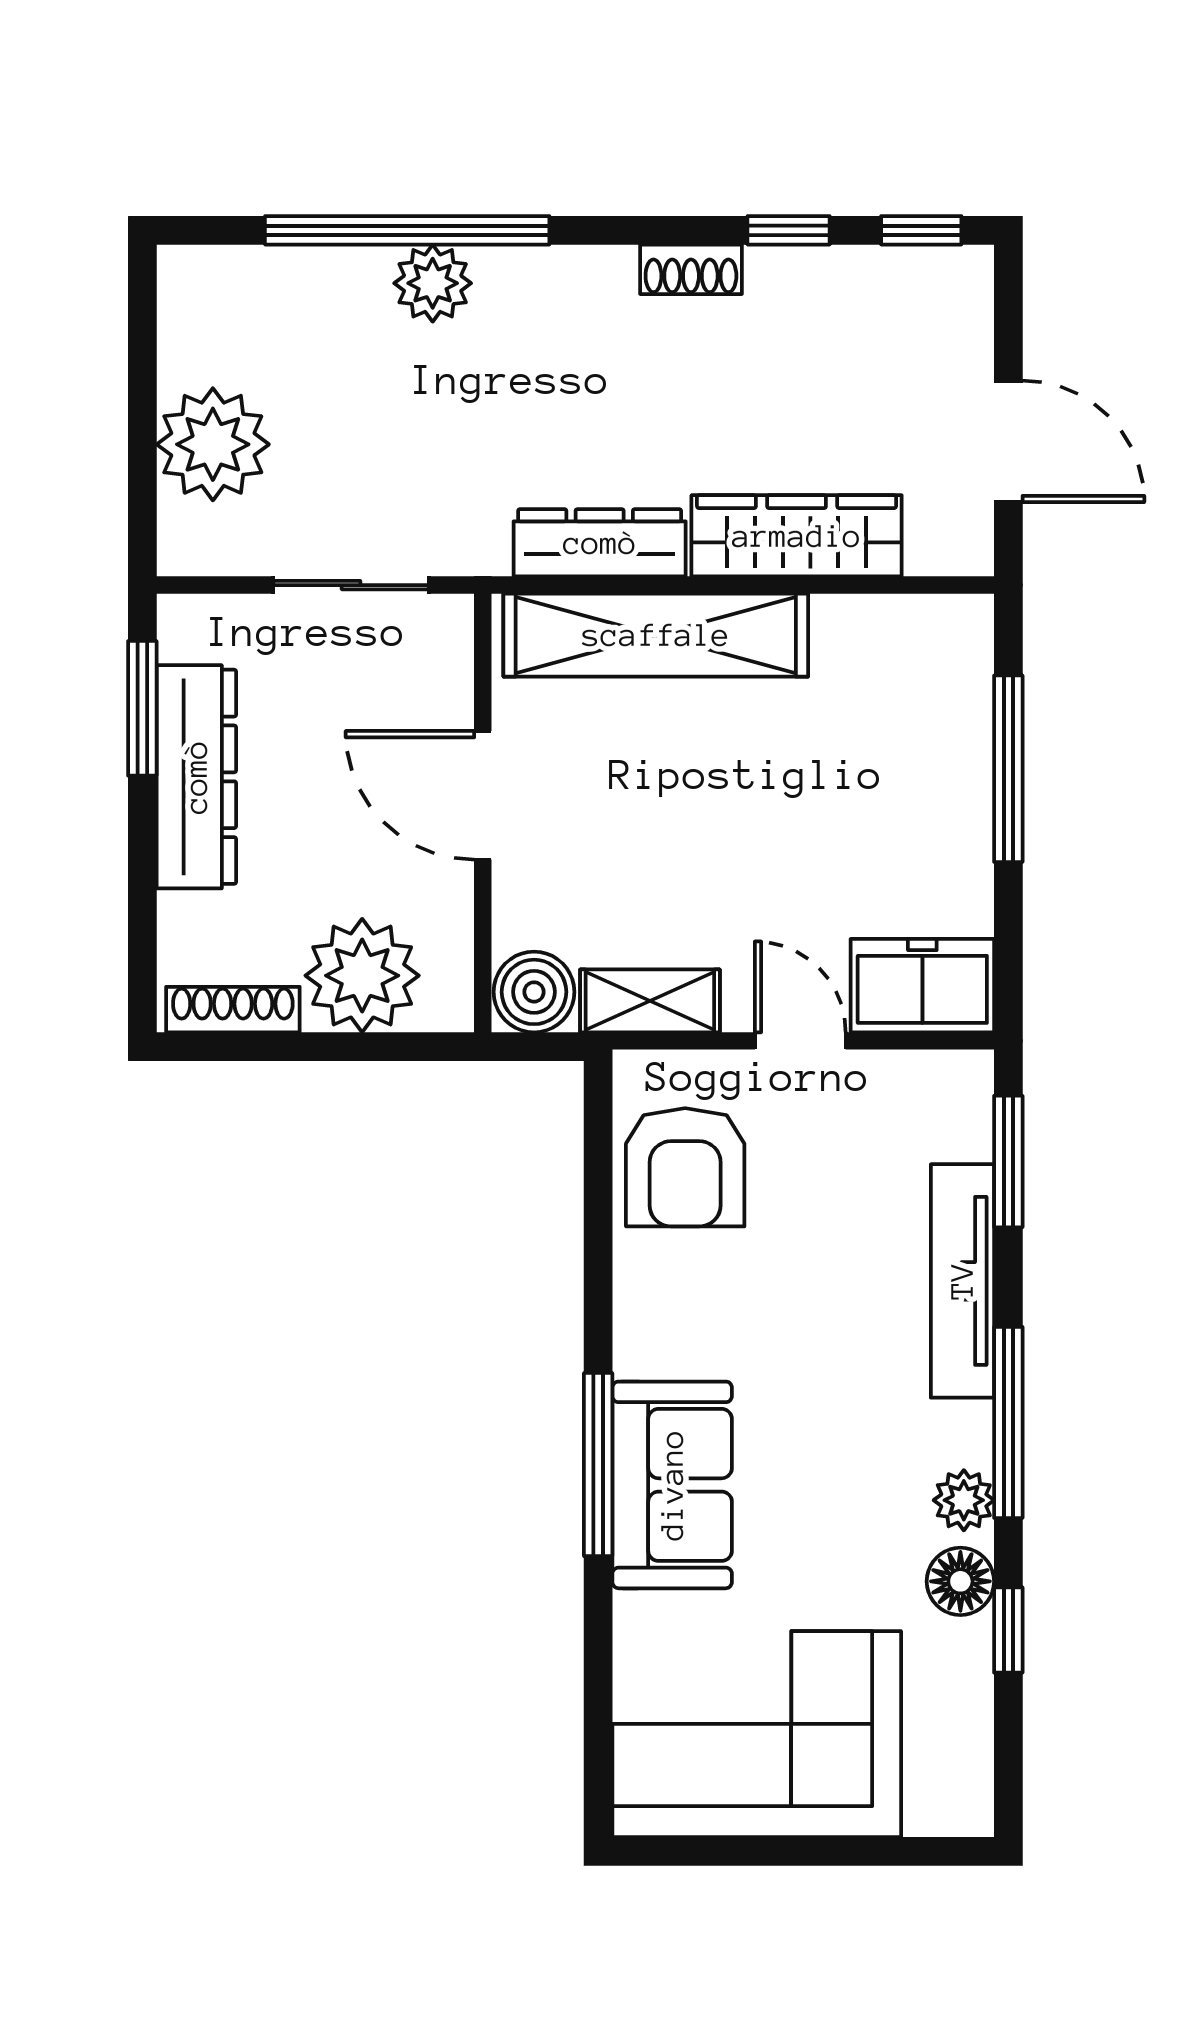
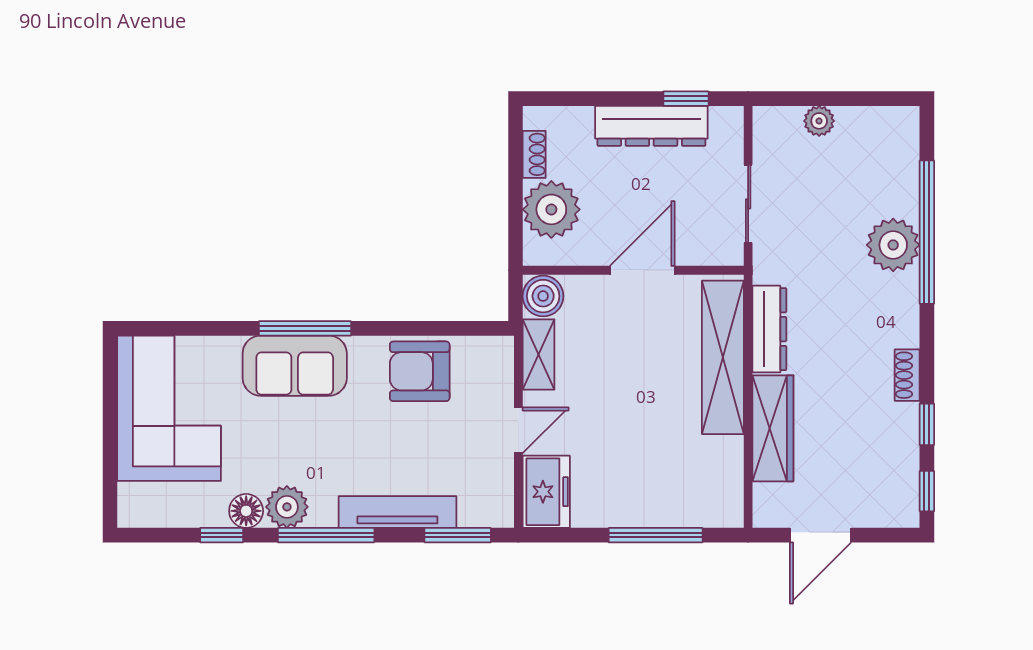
plant: (433, 283) -> (893, 245), width x1.36, depth x1.36
plant: (213, 444) -> (819, 121), width x0.53, depth x0.53
window: (142, 708) -> (686, 99), width x0.67
shoe rack: (233, 1010) -> (534, 154), width x0.70
armchair: (685, 1167) -> (420, 371), moved
plant: (964, 1500) -> (287, 507), width x1.38, depth x1.38

